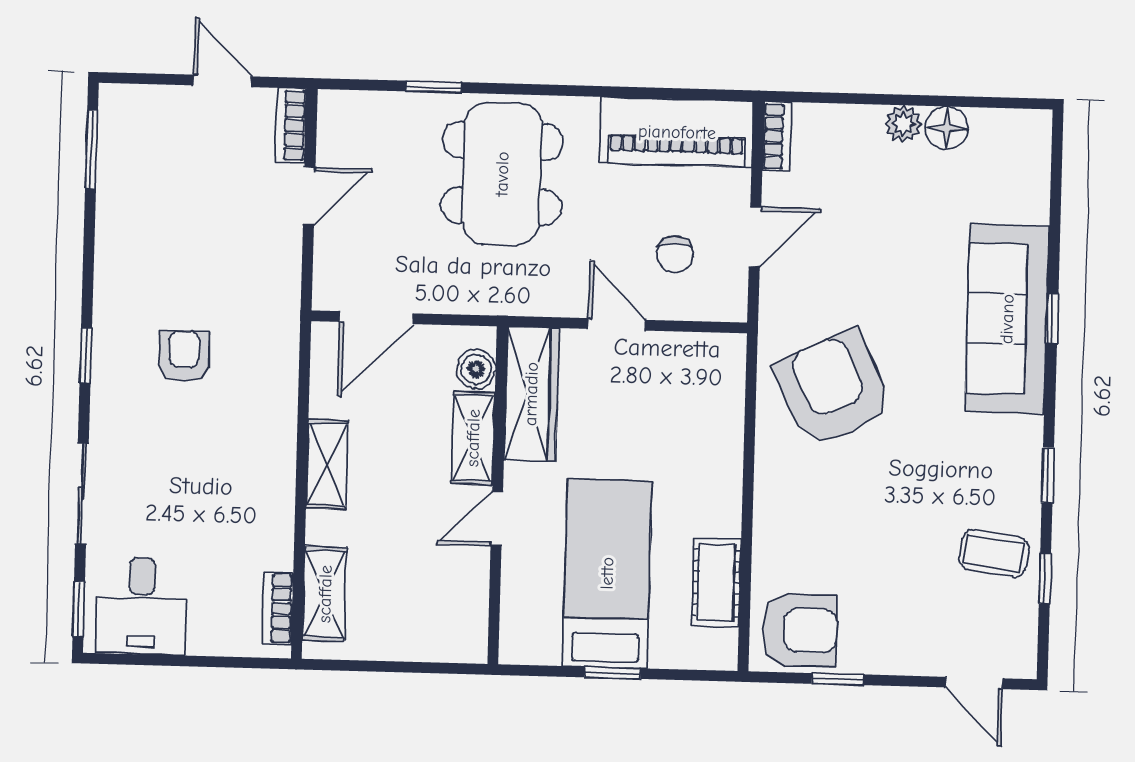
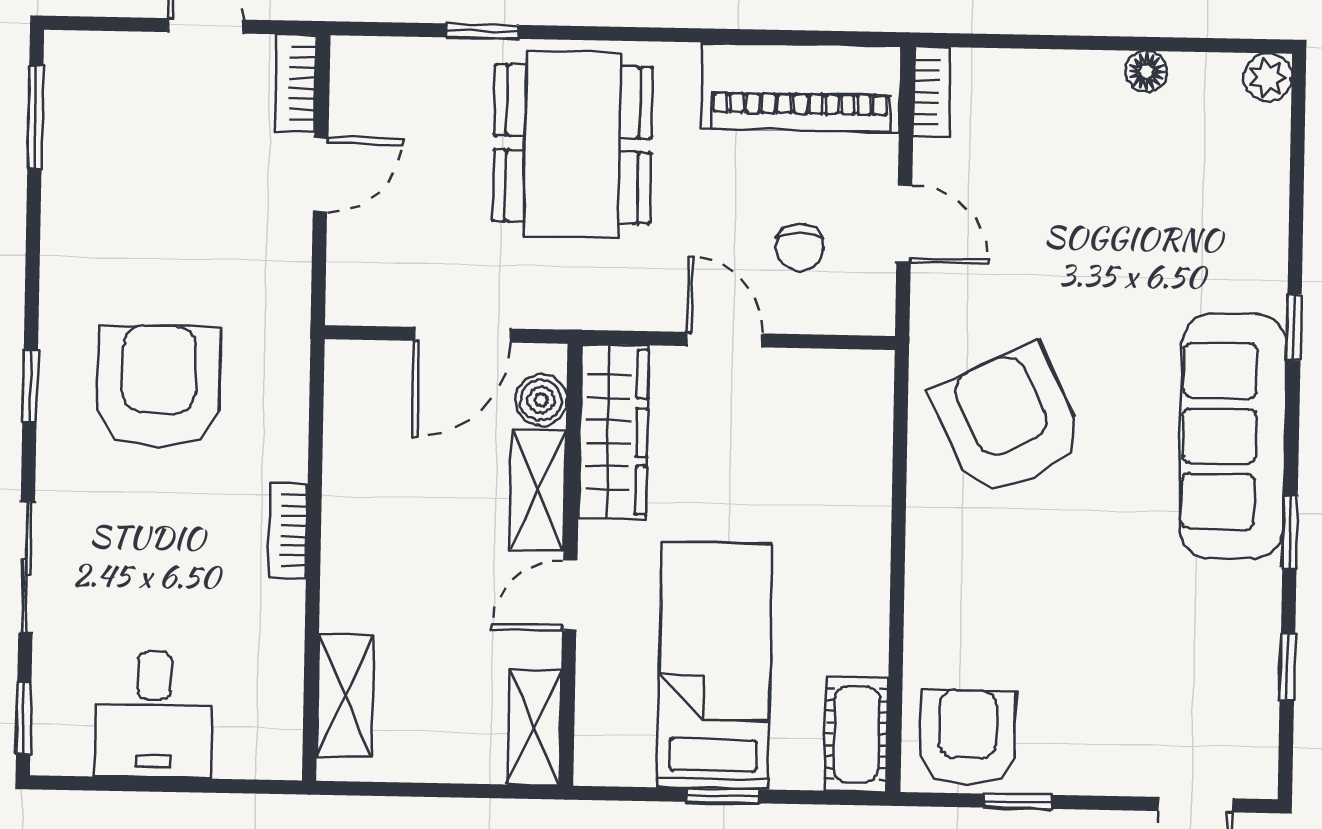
plant: (903, 124) -> (1268, 77), moved
floor lamp: (947, 128) -> (1146, 71), width x0.73, depth x0.73
door: (755, 237) -> (904, 224), hinge flipped
door: (376, 318) -> (462, 335), moved
sofa: (1007, 319) -> (1233, 436), moved
armchair: (184, 356) -> (159, 386), width x1.88, depth x1.88
shelving: (327, 464) -> (534, 727), moved
coffee table: (994, 553) -> (1220, 635), removed
cot: (716, 583) -> (856, 734), moved
desk: (142, 606) -> (154, 715), moved
bookcase: (278, 608) -> (288, 530), moved
armchair: (800, 630) -> (968, 738), turned -90

